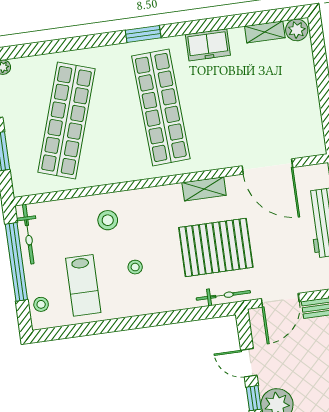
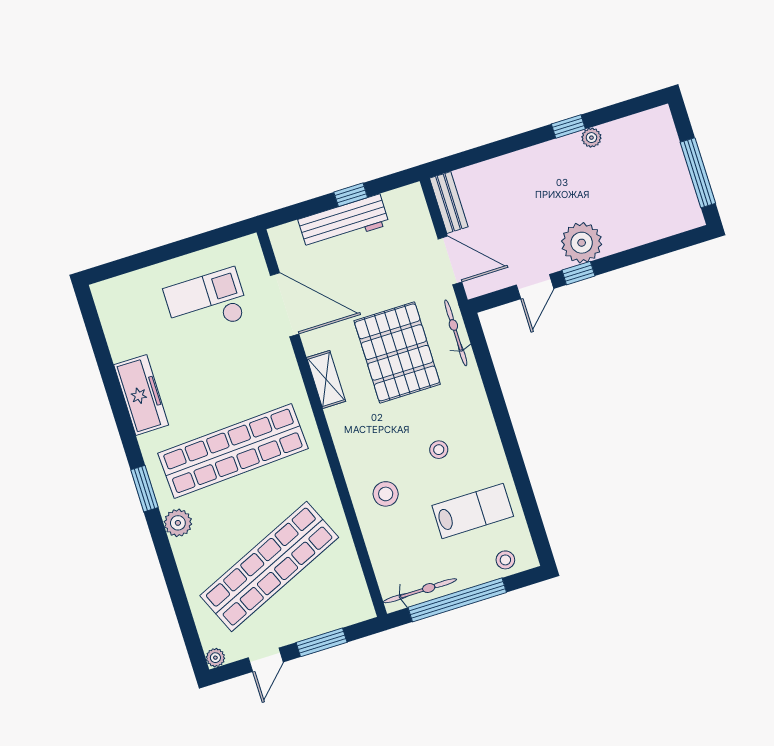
plant: (297, 30) -> (178, 523), moved
shelving: (265, 32) -> (116, 336), removed
freezer: (208, 45) -> (141, 395), width x1.40
checkout: (279, 106) -> (206, 303), added
shop shelf: (67, 121) -> (269, 567), turned -42
door: (267, 167) -> (285, 305), hinge flipped

